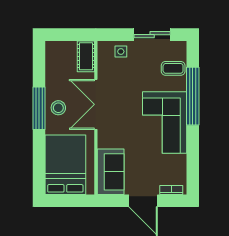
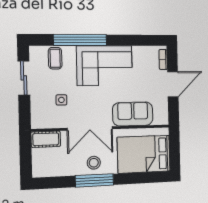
side table: (121, 52) -> (61, 100), moved
sofa: (111, 172) -> (133, 114), moved

